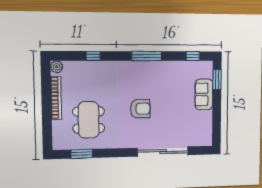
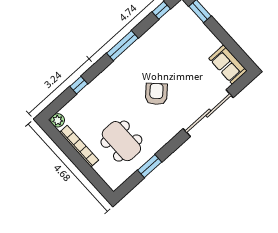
sofa: (204, 94) -> (228, 65), moved
armchair: (140, 109) -> (156, 94), turned -45
window: (82, 154) -> (150, 166), moved

